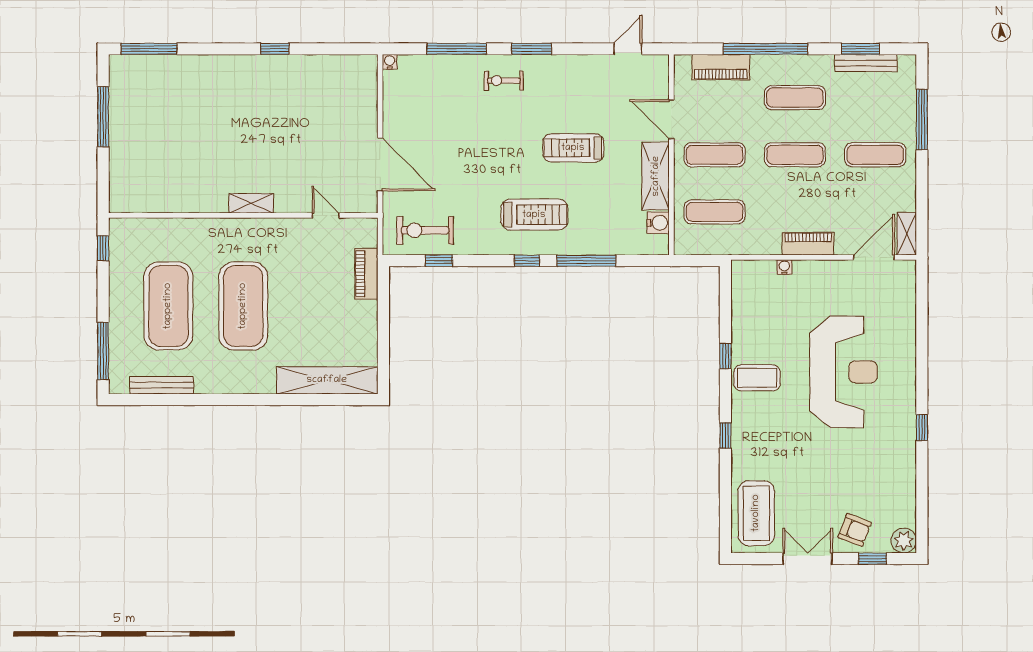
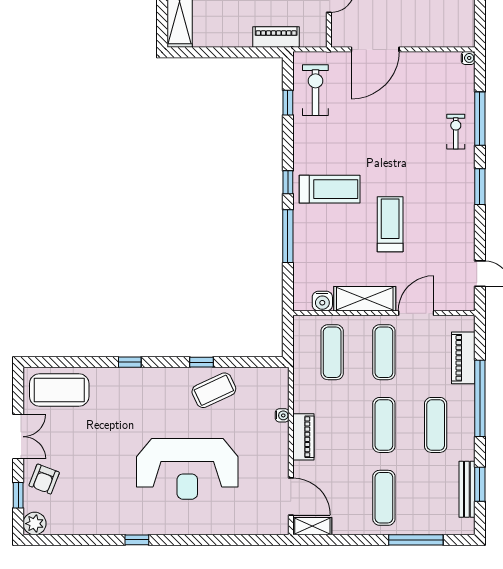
exercise bike: (504, 81) -> (456, 132), moved
treadmill: (534, 215) -> (330, 189), turned -90
coffee table: (757, 378) -> (214, 390), moved, turned 65

